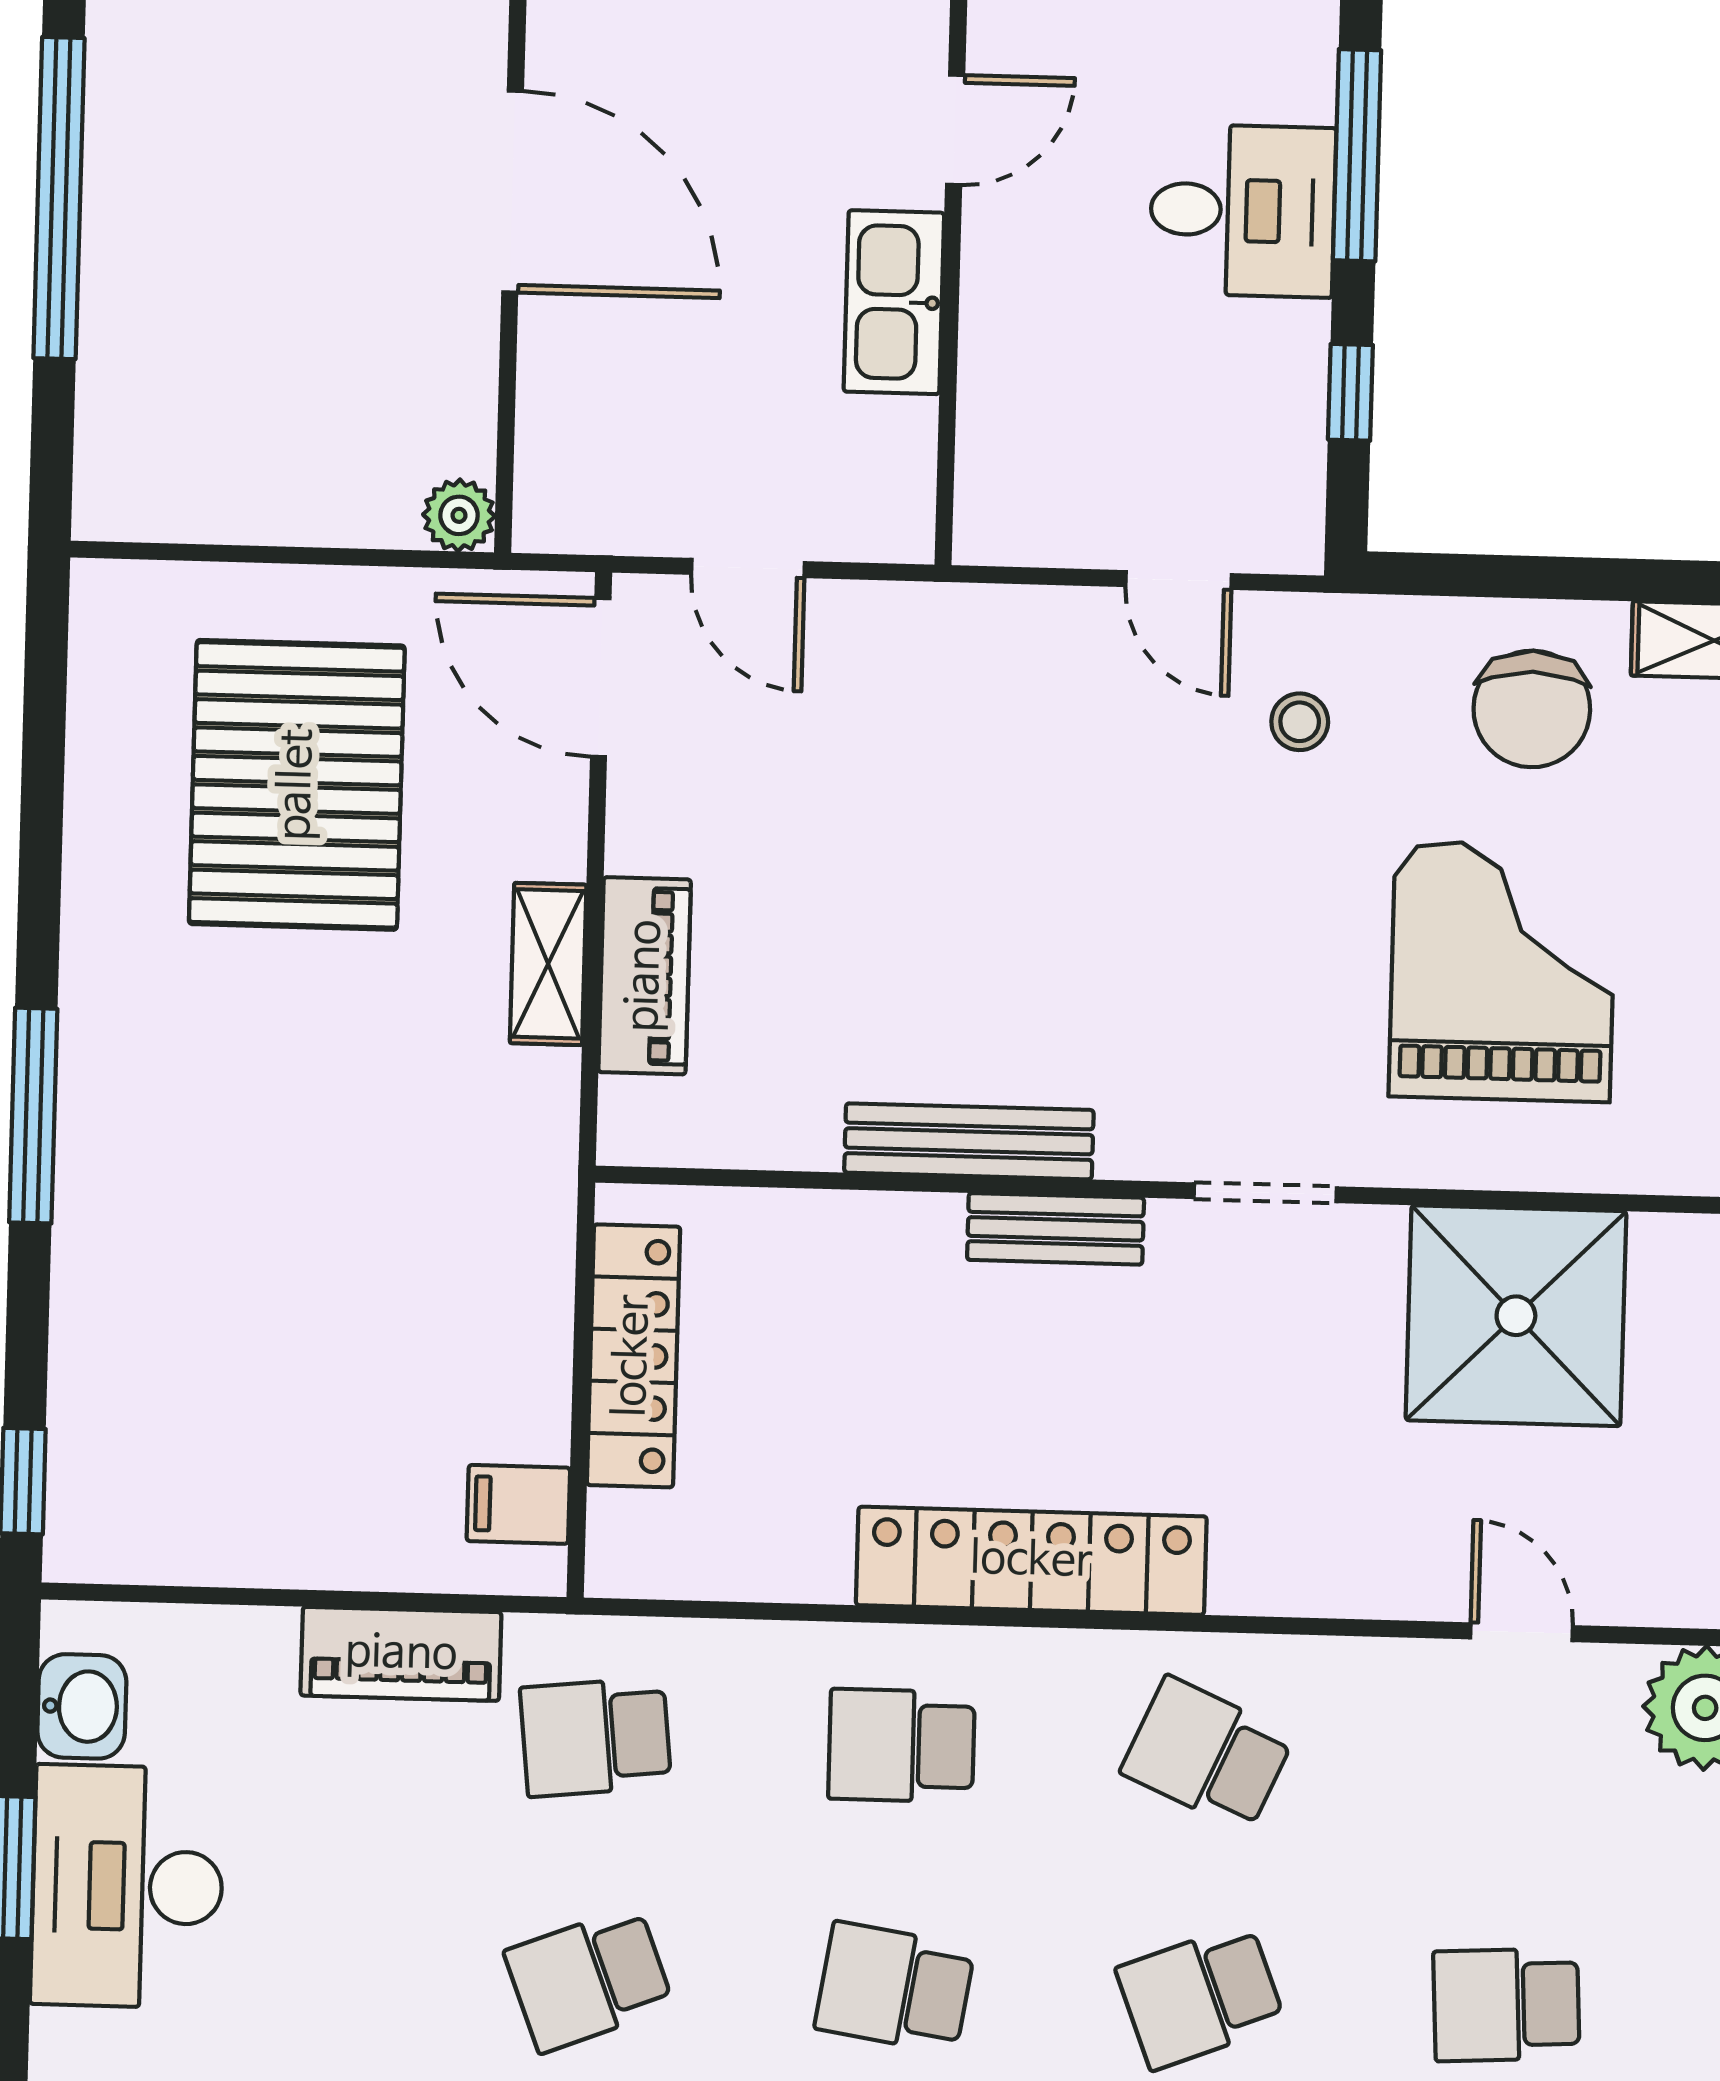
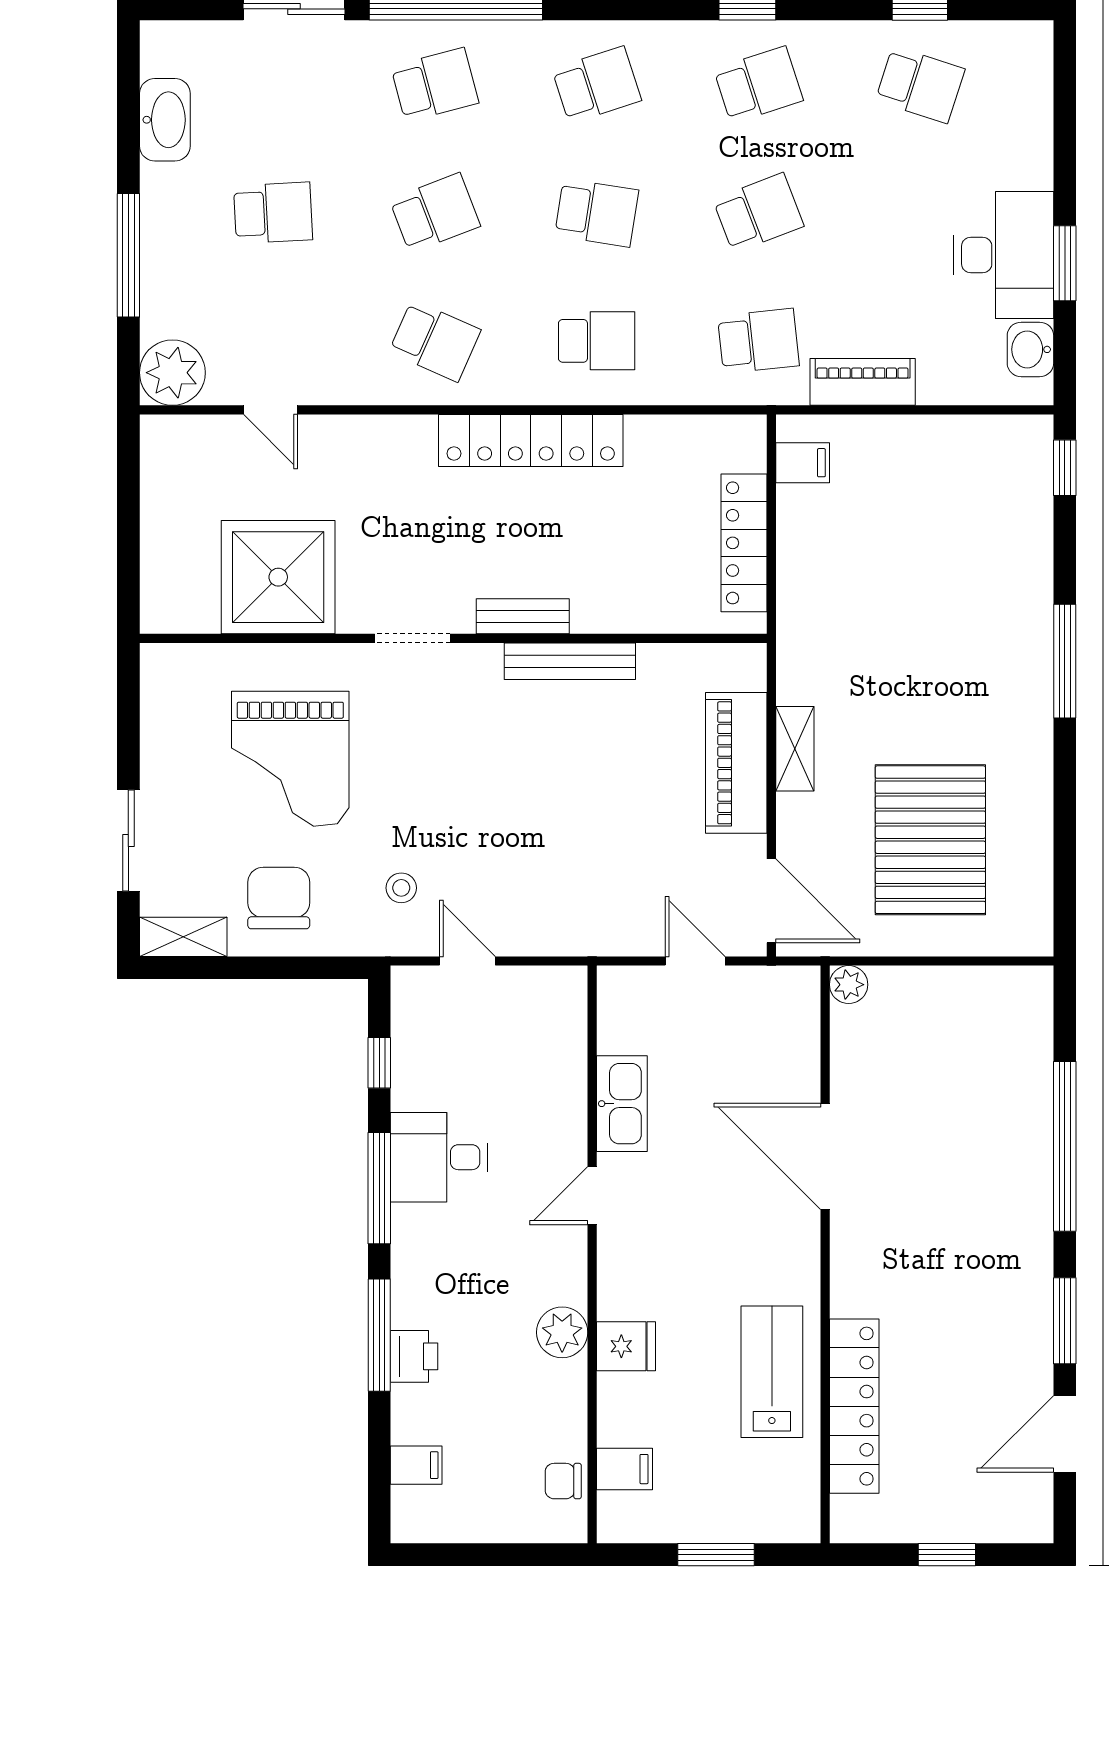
piano: (645, 976) -> (736, 763), width x1.37, depth x1.33

